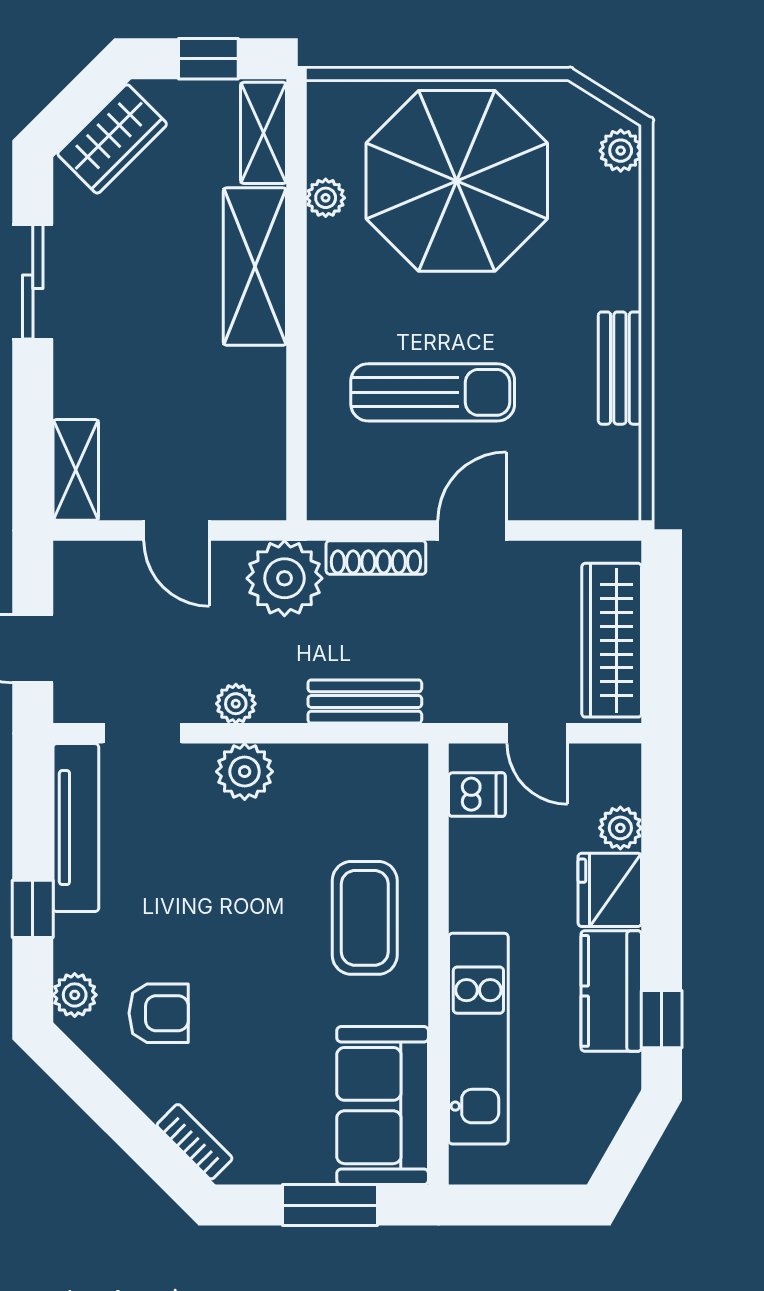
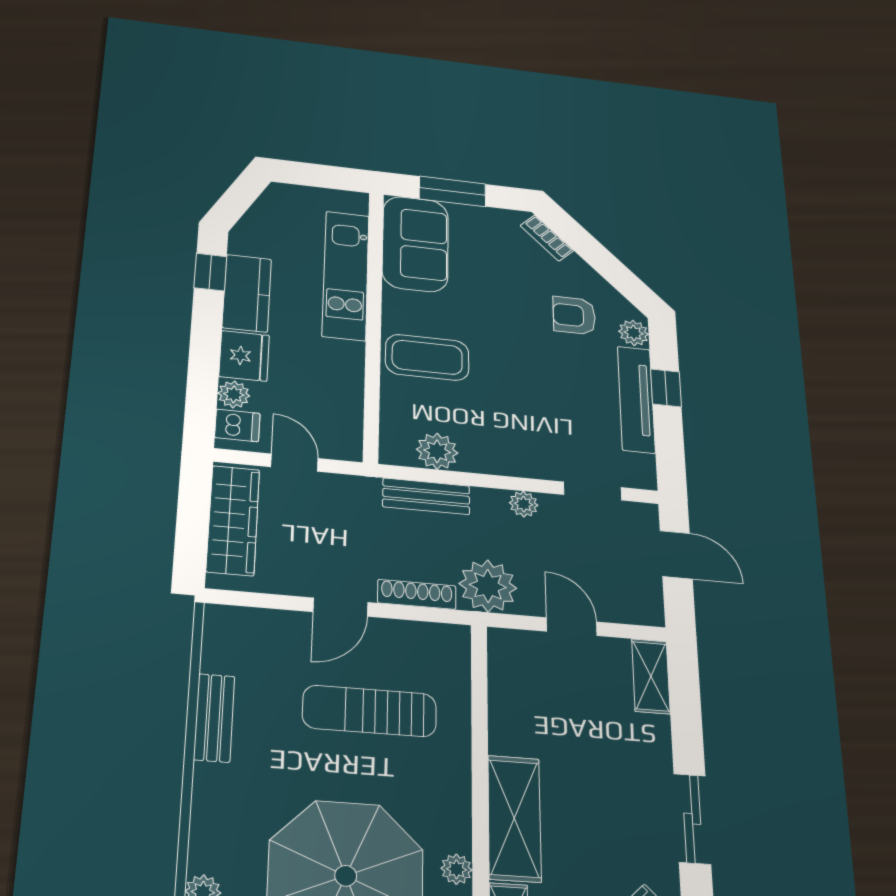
plant: (245, 772) -> (437, 451), moved
dishwasher: (477, 795) -> (237, 425), moved, turned 180
tv unit: (76, 828) -> (636, 399), moved
coffee table: (365, 918) -> (427, 357), turned 90

